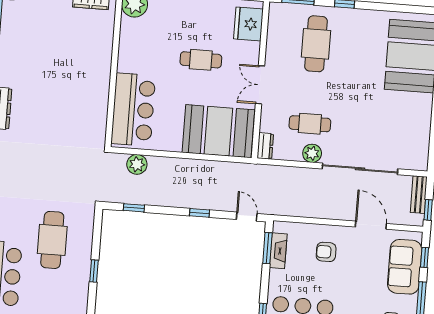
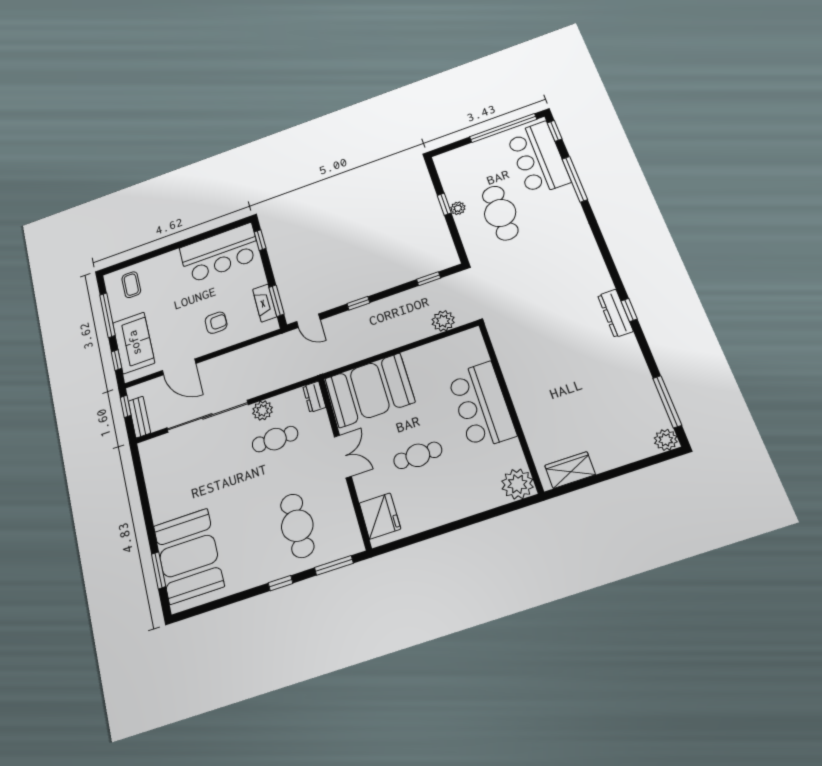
bar counter: (133, 110) -> (482, 405), moved
plant: (84, 262) -> (458, 208), added

